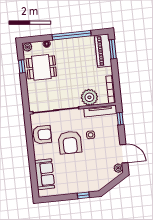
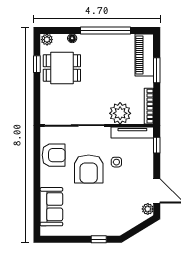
window: (113, 49) -> (157, 70), moved

